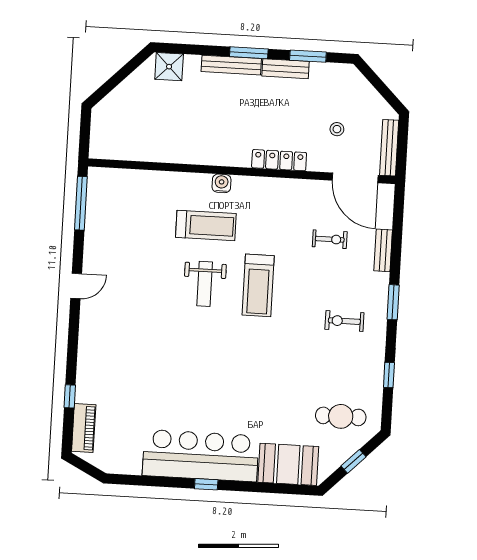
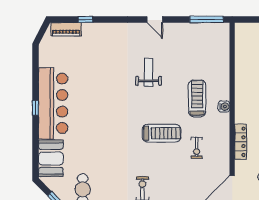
treadmill: (206, 225) -> (197, 98), turned 180
exercise bike: (330, 239) -> (197, 148), moved
weight bench: (205, 284) -> (149, 72), moved, turned 90
treadmill: (258, 285) -> (162, 133), turned 180

